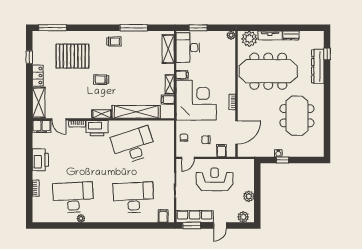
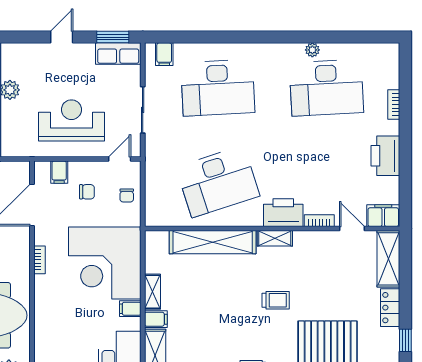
filing cabinet: (168, 100) -> (156, 319), moved
reception desk: (215, 179) -> (71, 120), turned 180
row of seats: (195, 216) -> (118, 54), width x0.68
plant: (243, 217) -> (20, 53), removed

